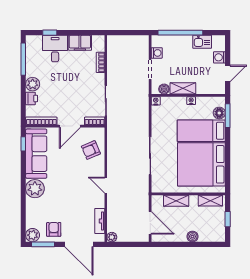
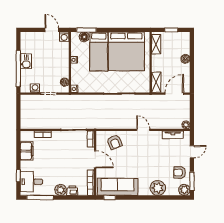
kitchen sink: (202, 42) -> (26, 61), moved
desk: (55, 49) -> (31, 182), moved
washing machine: (219, 57) -> (64, 37), moved
shelving: (183, 88) -> (64, 67), removed
door: (106, 185) -> (143, 130), swing flipped
plant: (35, 189) -> (158, 188), moved
shelving: (176, 201) -> (156, 82), moved
door: (79, 244) -> (192, 152), width x0.53

